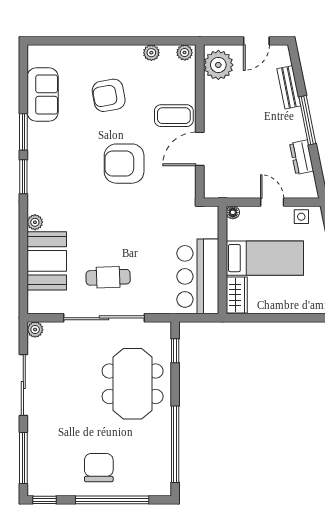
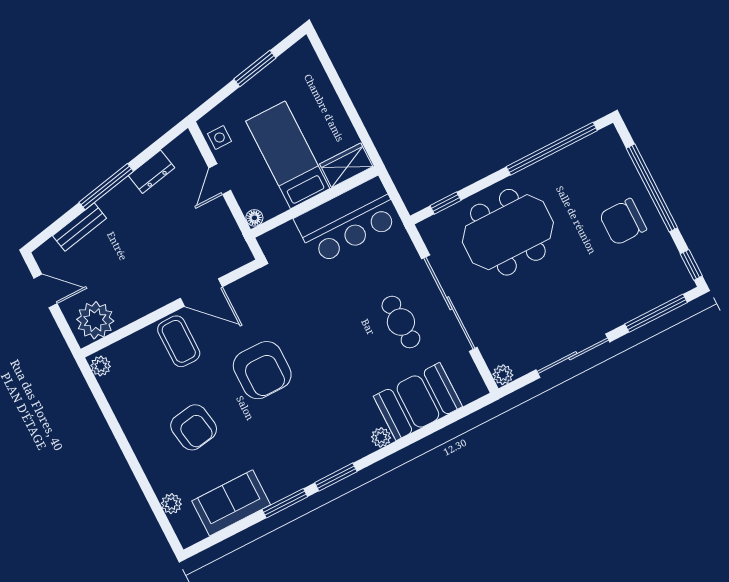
plant: (151, 53) -> (171, 504), moved

